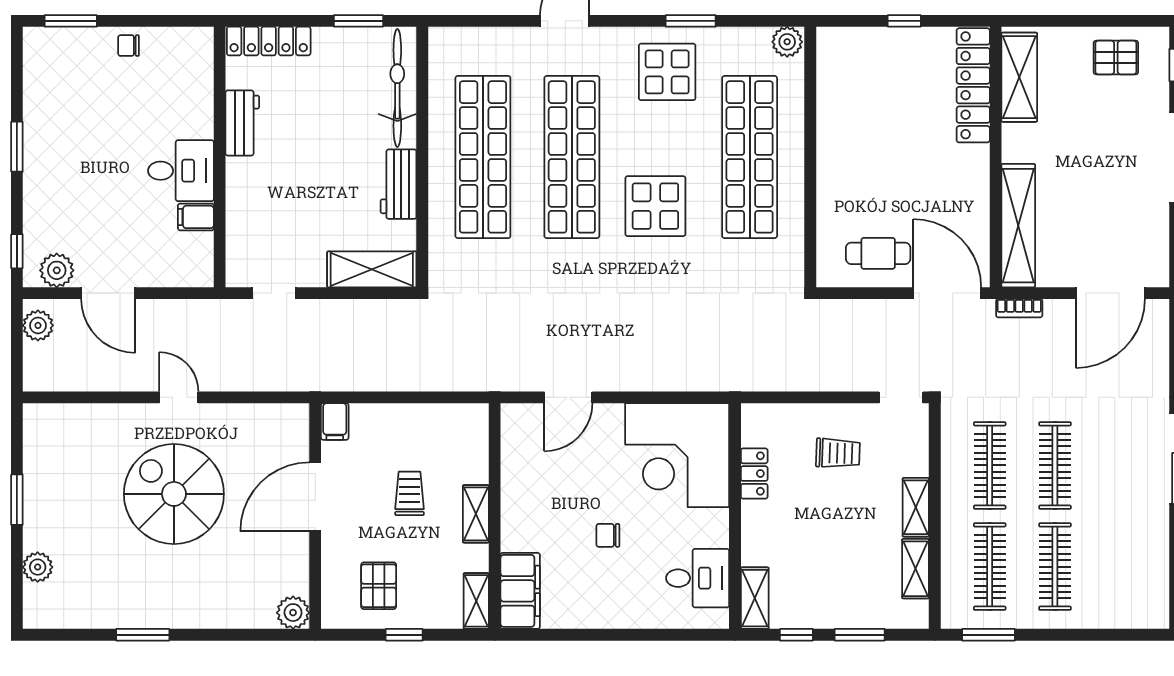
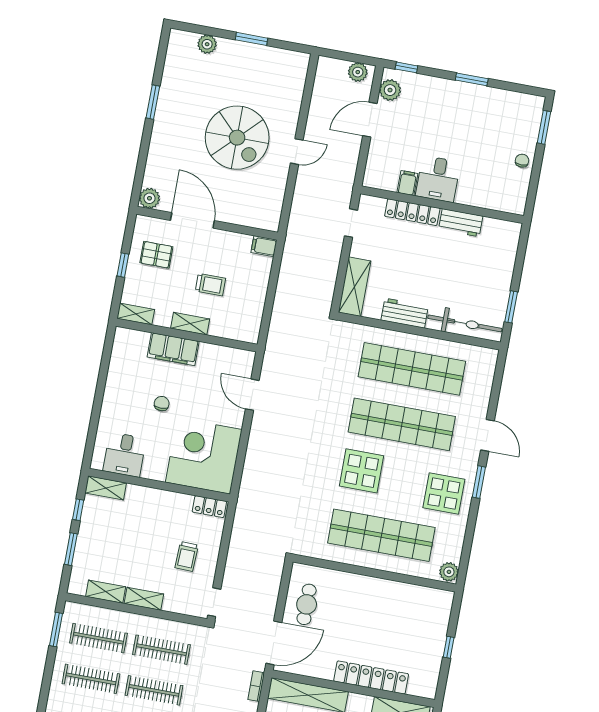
window: (691, 21) -> (479, 482), moved
locker: (269, 41) -> (412, 212), moved, turned -90
locker: (973, 85) -> (371, 678), moved
locker: (754, 474) -> (209, 507), moved
spiral stairs: (174, 494) -> (237, 138), turned 90
door: (315, 497) -> (192, 220), moved
filing cabinet: (520, 591) -> (173, 349), moved

